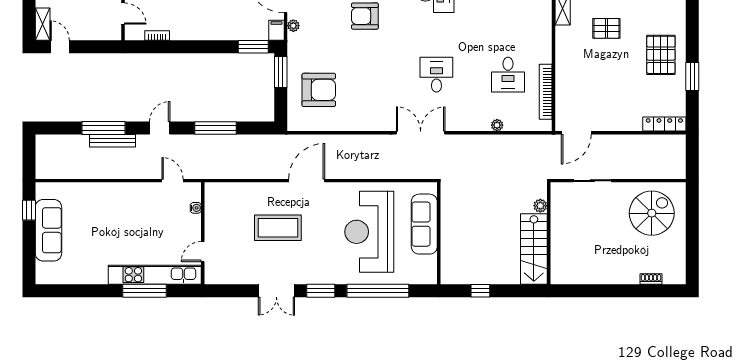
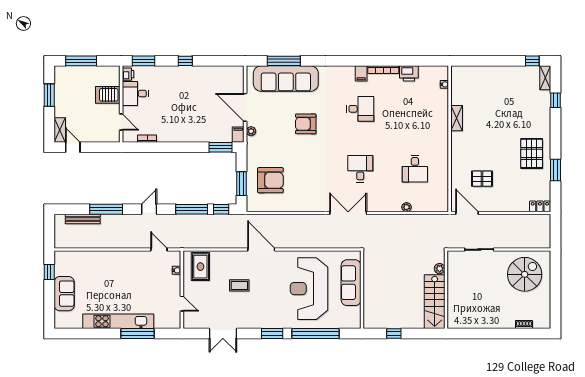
pallet: (606, 28) -> (482, 179), moved
window: (281, 72) -> (242, 184), moved
bookcase: (546, 92) -> (444, 182), removed
locker: (664, 124) -> (540, 206), width x0.66
window: (254, 128) -> (221, 209), added
door: (576, 133) -> (467, 213), swing flipped
bench: (113, 141) -> (83, 219), moved
door: (307, 181) -> (261, 249), hinge flipped
rug: (227, 203) -> (200, 267), added
coffee table: (278, 228) -> (239, 285), width x0.54, depth x0.58
sofa: (48, 230) -> (64, 294), width x0.73
door: (203, 252) -> (182, 304), swing flipped
kitchen unit: (155, 275) -> (118, 321), moved
double door: (276, 291) -> (223, 333), moved

